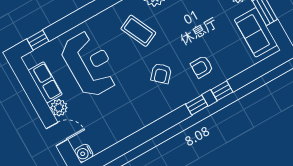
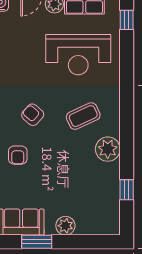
armchair: (202, 67) -> (18, 155), turned 180

